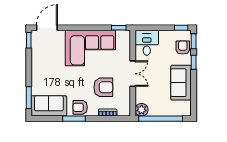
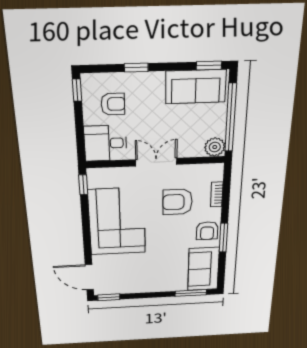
window: (194, 41) -> (209, 66), moved
armchair: (183, 47) -> (113, 104), moved, turned 180
sofa: (181, 83) -> (196, 87), moved
armchair: (103, 87) -> (178, 202), turned -90

